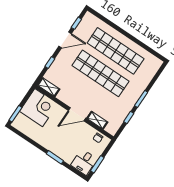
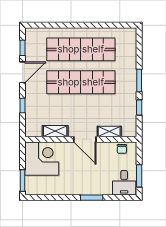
shelving: (49, 87) -> (55, 131), moved
door: (77, 114) -> (85, 139), hinge flipped

